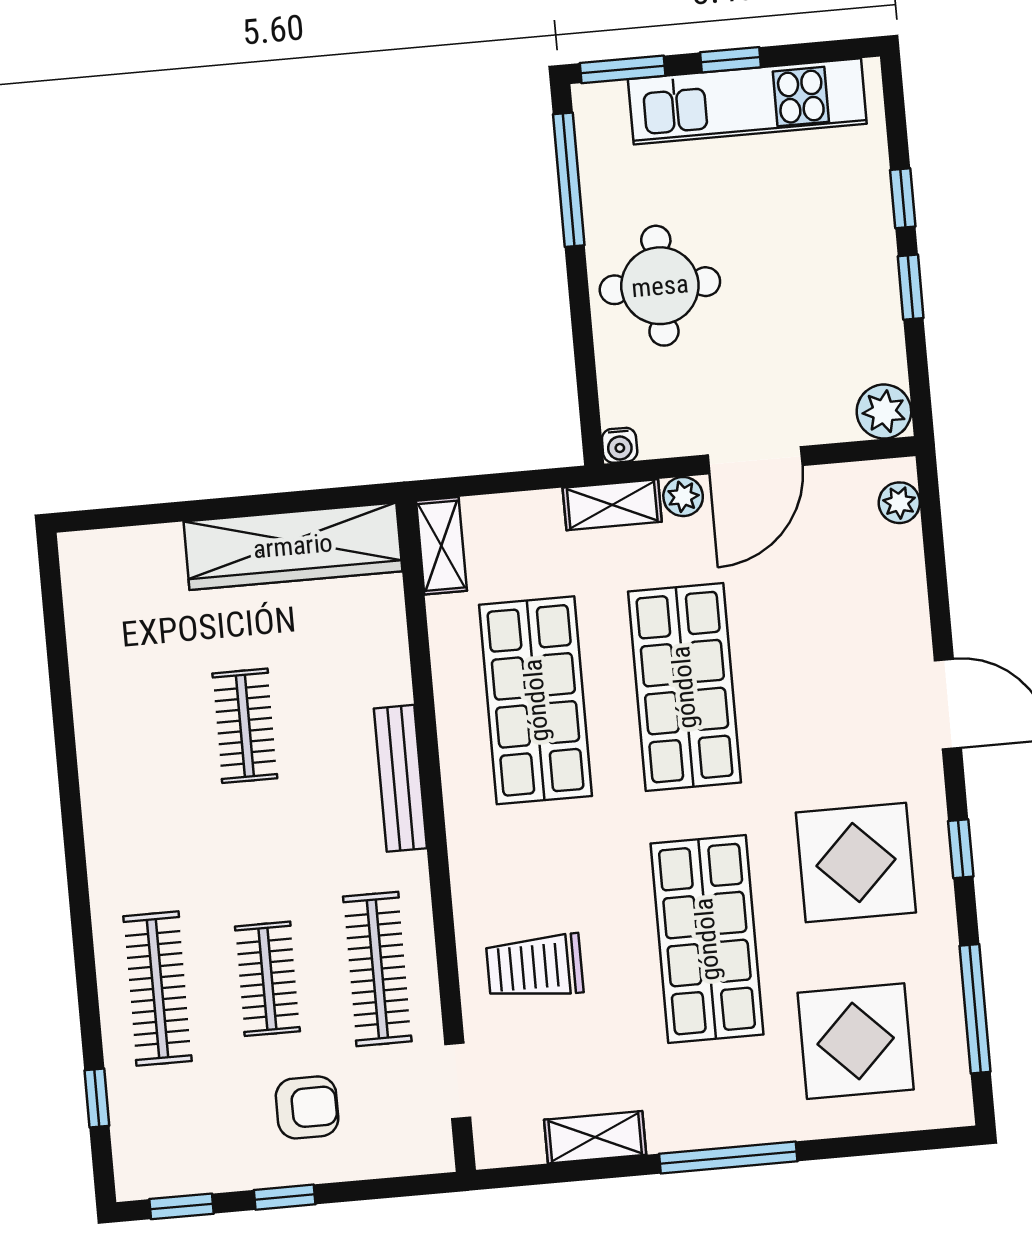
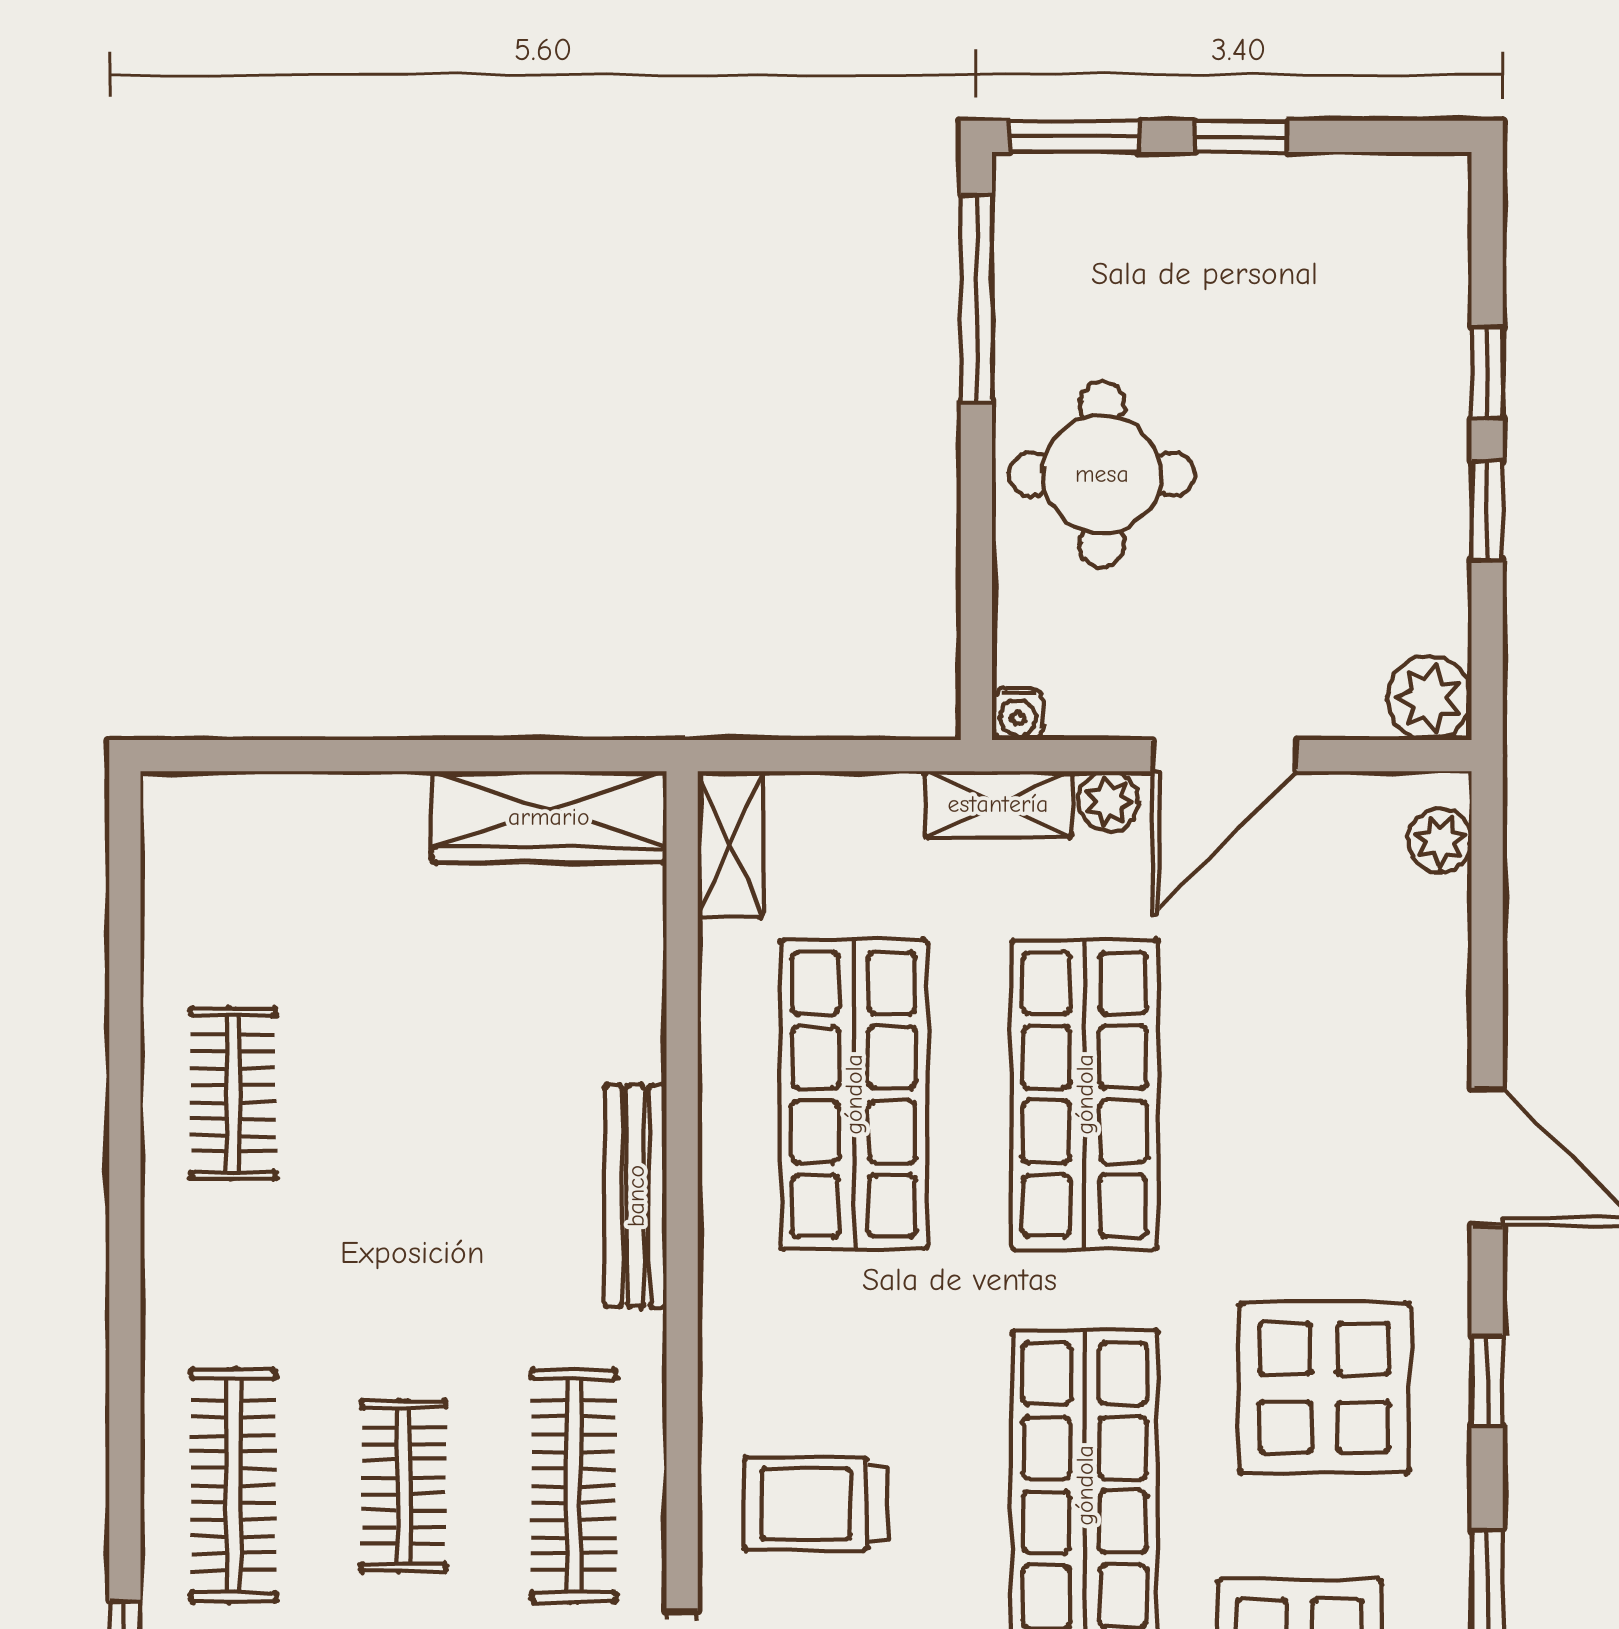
kitchen unit: (747, 101) -> (1262, 203), removed
wardrobe: (293, 546) -> (549, 817), width x0.71, depth x0.85
clothes rail: (245, 726) -> (233, 1094), moved

